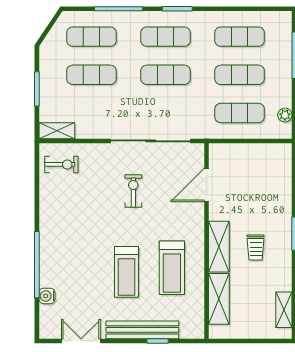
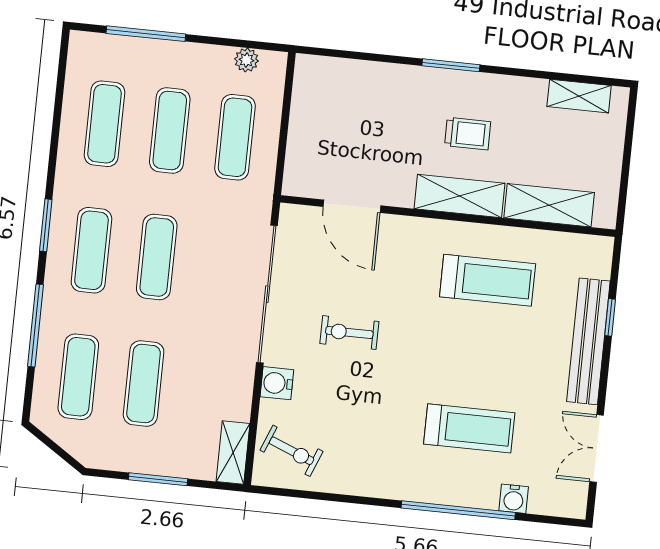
water cooler: (100, 152) -> (277, 383), added
exercise bike: (61, 164) -> (292, 451), turned 112
treadmill: (127, 272) -> (469, 428), moved

